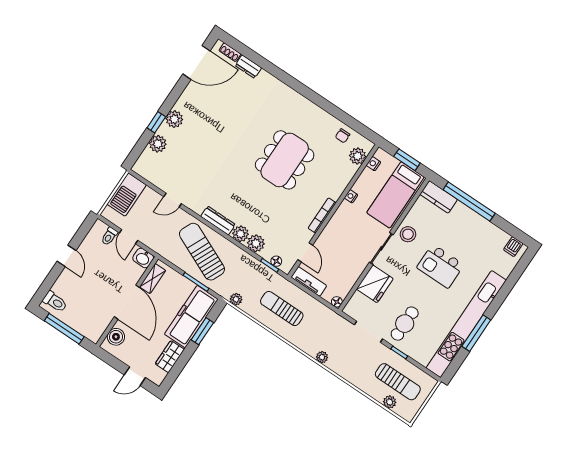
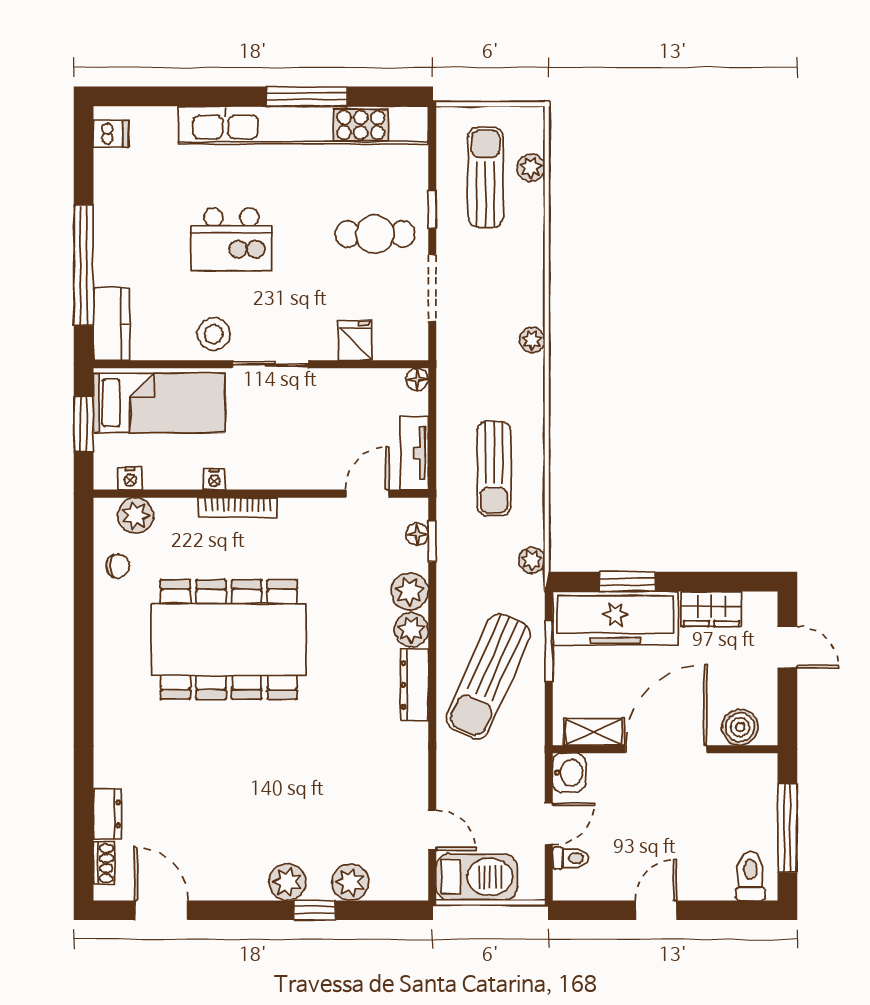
door: (196, 62) -> (161, 910), width x0.73
dining table: (285, 160) -> (229, 639), width x1.36, depth x1.24
door: (173, 200) -> (432, 830), moved
bookcase: (322, 215) -> (238, 508), moved
kitchen island: (440, 266) -> (231, 239), turned 90
fridge: (375, 284) -> (355, 340), width x0.53, depth x0.75

